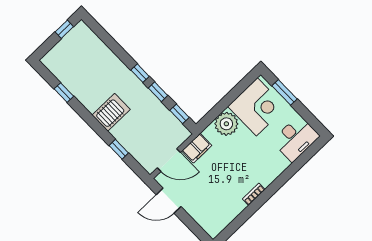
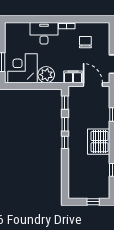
window: (64, 29) -> (93, 202), moved
server rack: (111, 112) -> (99, 142), width x1.60
desk: (296, 139) -> (44, 33), moved
chair: (218, 196) -> (85, 42), added

